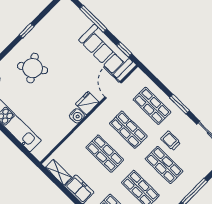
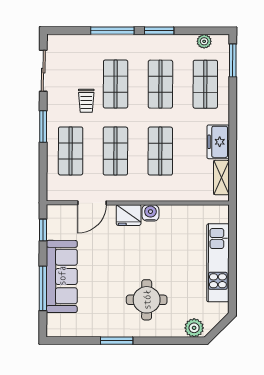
window: (27, 31) -> (117, 341), width x1.50
sofa: (106, 51) -> (62, 276), moved
round table: (33, 68) -> (147, 300), turned 34

